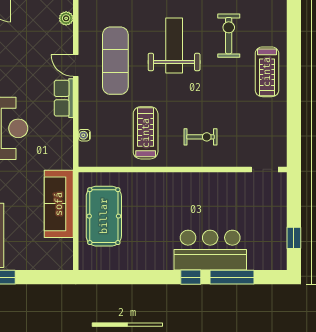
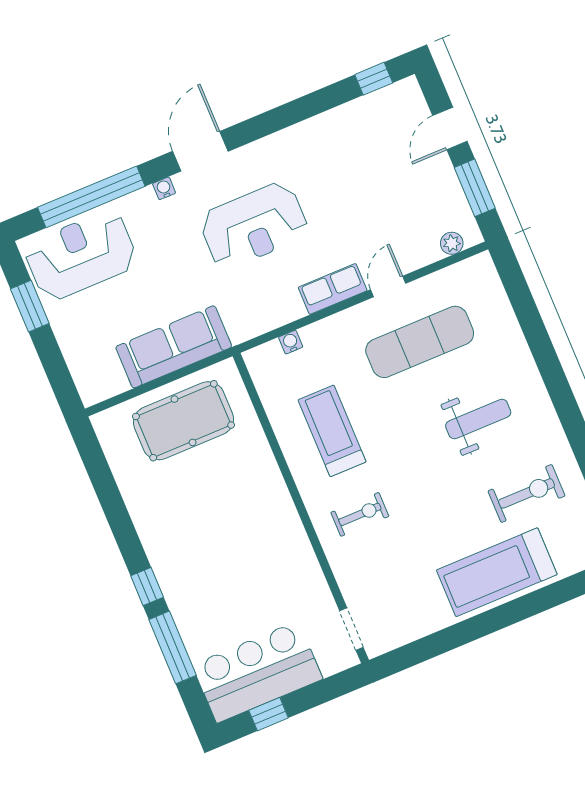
weight bench: (174, 45) -> (478, 419), width x0.73, depth x0.75
treadmill: (267, 72) -> (497, 572), width x1.37, depth x1.38
treadmill: (146, 133) -> (332, 431), turned -90
exercise bike: (201, 137) -> (360, 514), turned -90
bar counter: (210, 250) -> (258, 672), moved, turned -90

